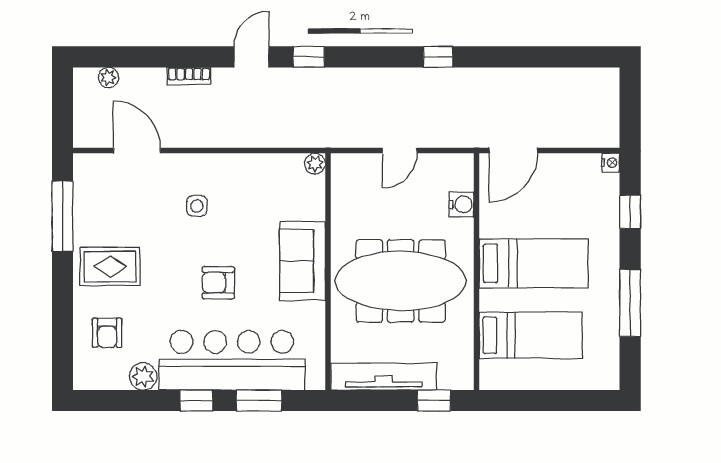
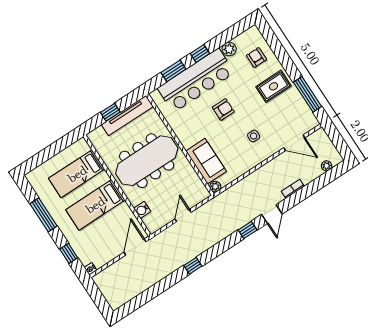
sofa: (303, 261) -> (206, 161), moved
window: (434, 401) -> (110, 112), moved

